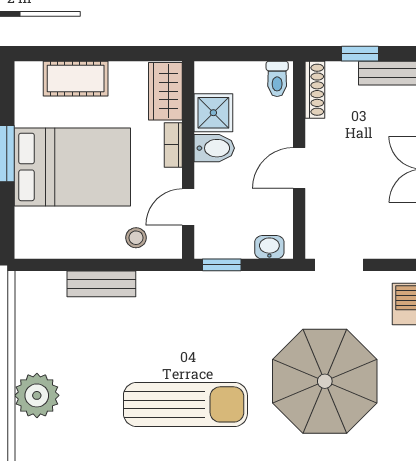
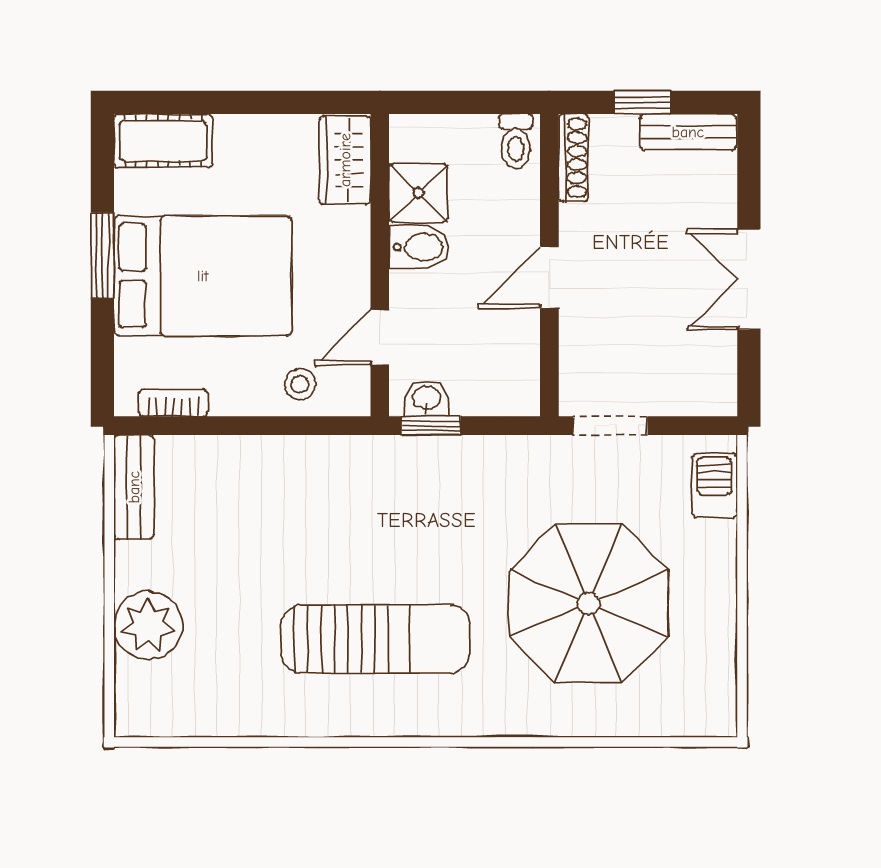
cot: (76, 79) -> (163, 141), moved
bookcase: (173, 145) -> (173, 403), moved, turned 90
washbasin: (269, 247) -> (426, 399), moved
bench: (101, 284) -> (134, 487), moved, turned 90

